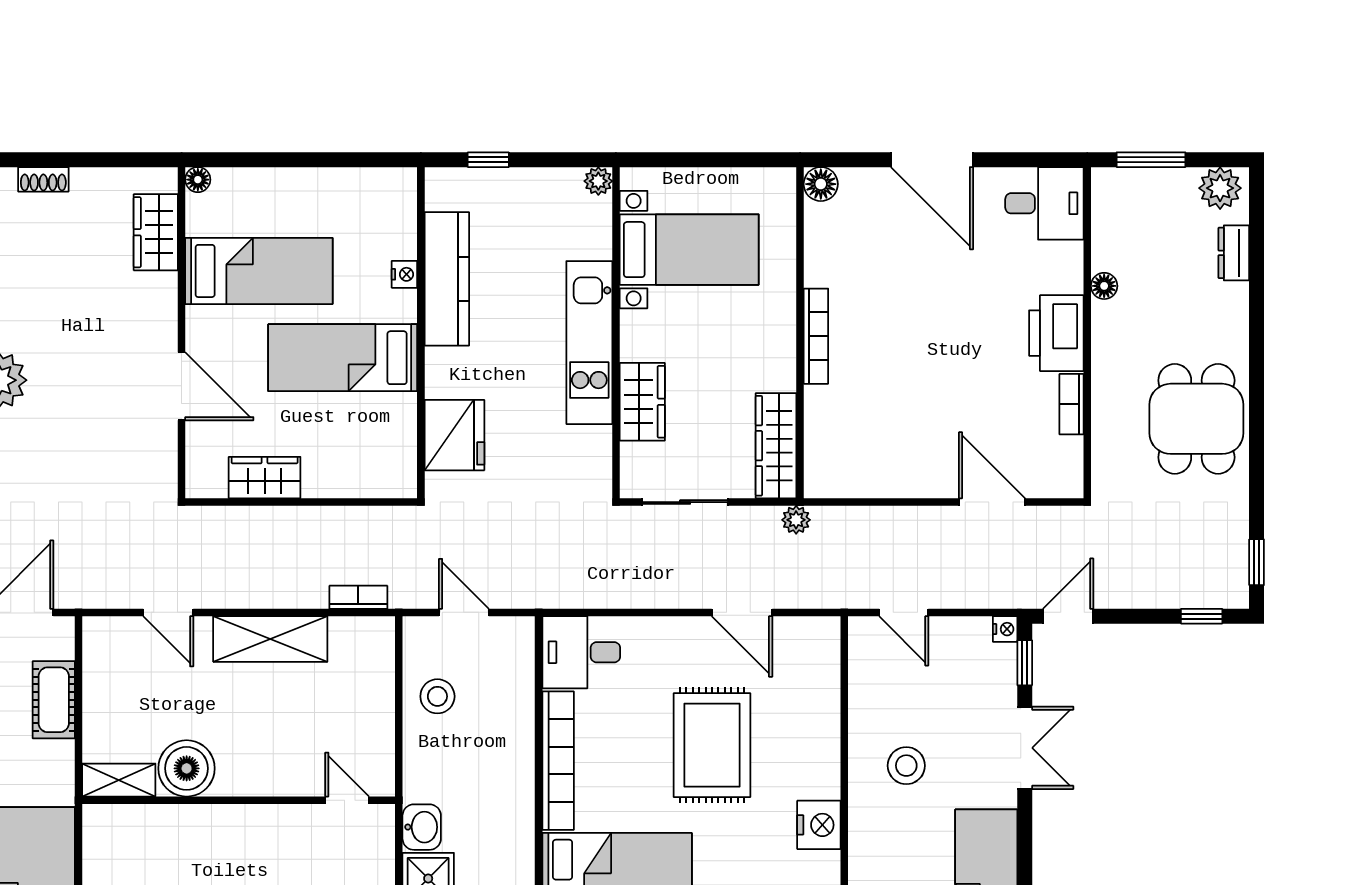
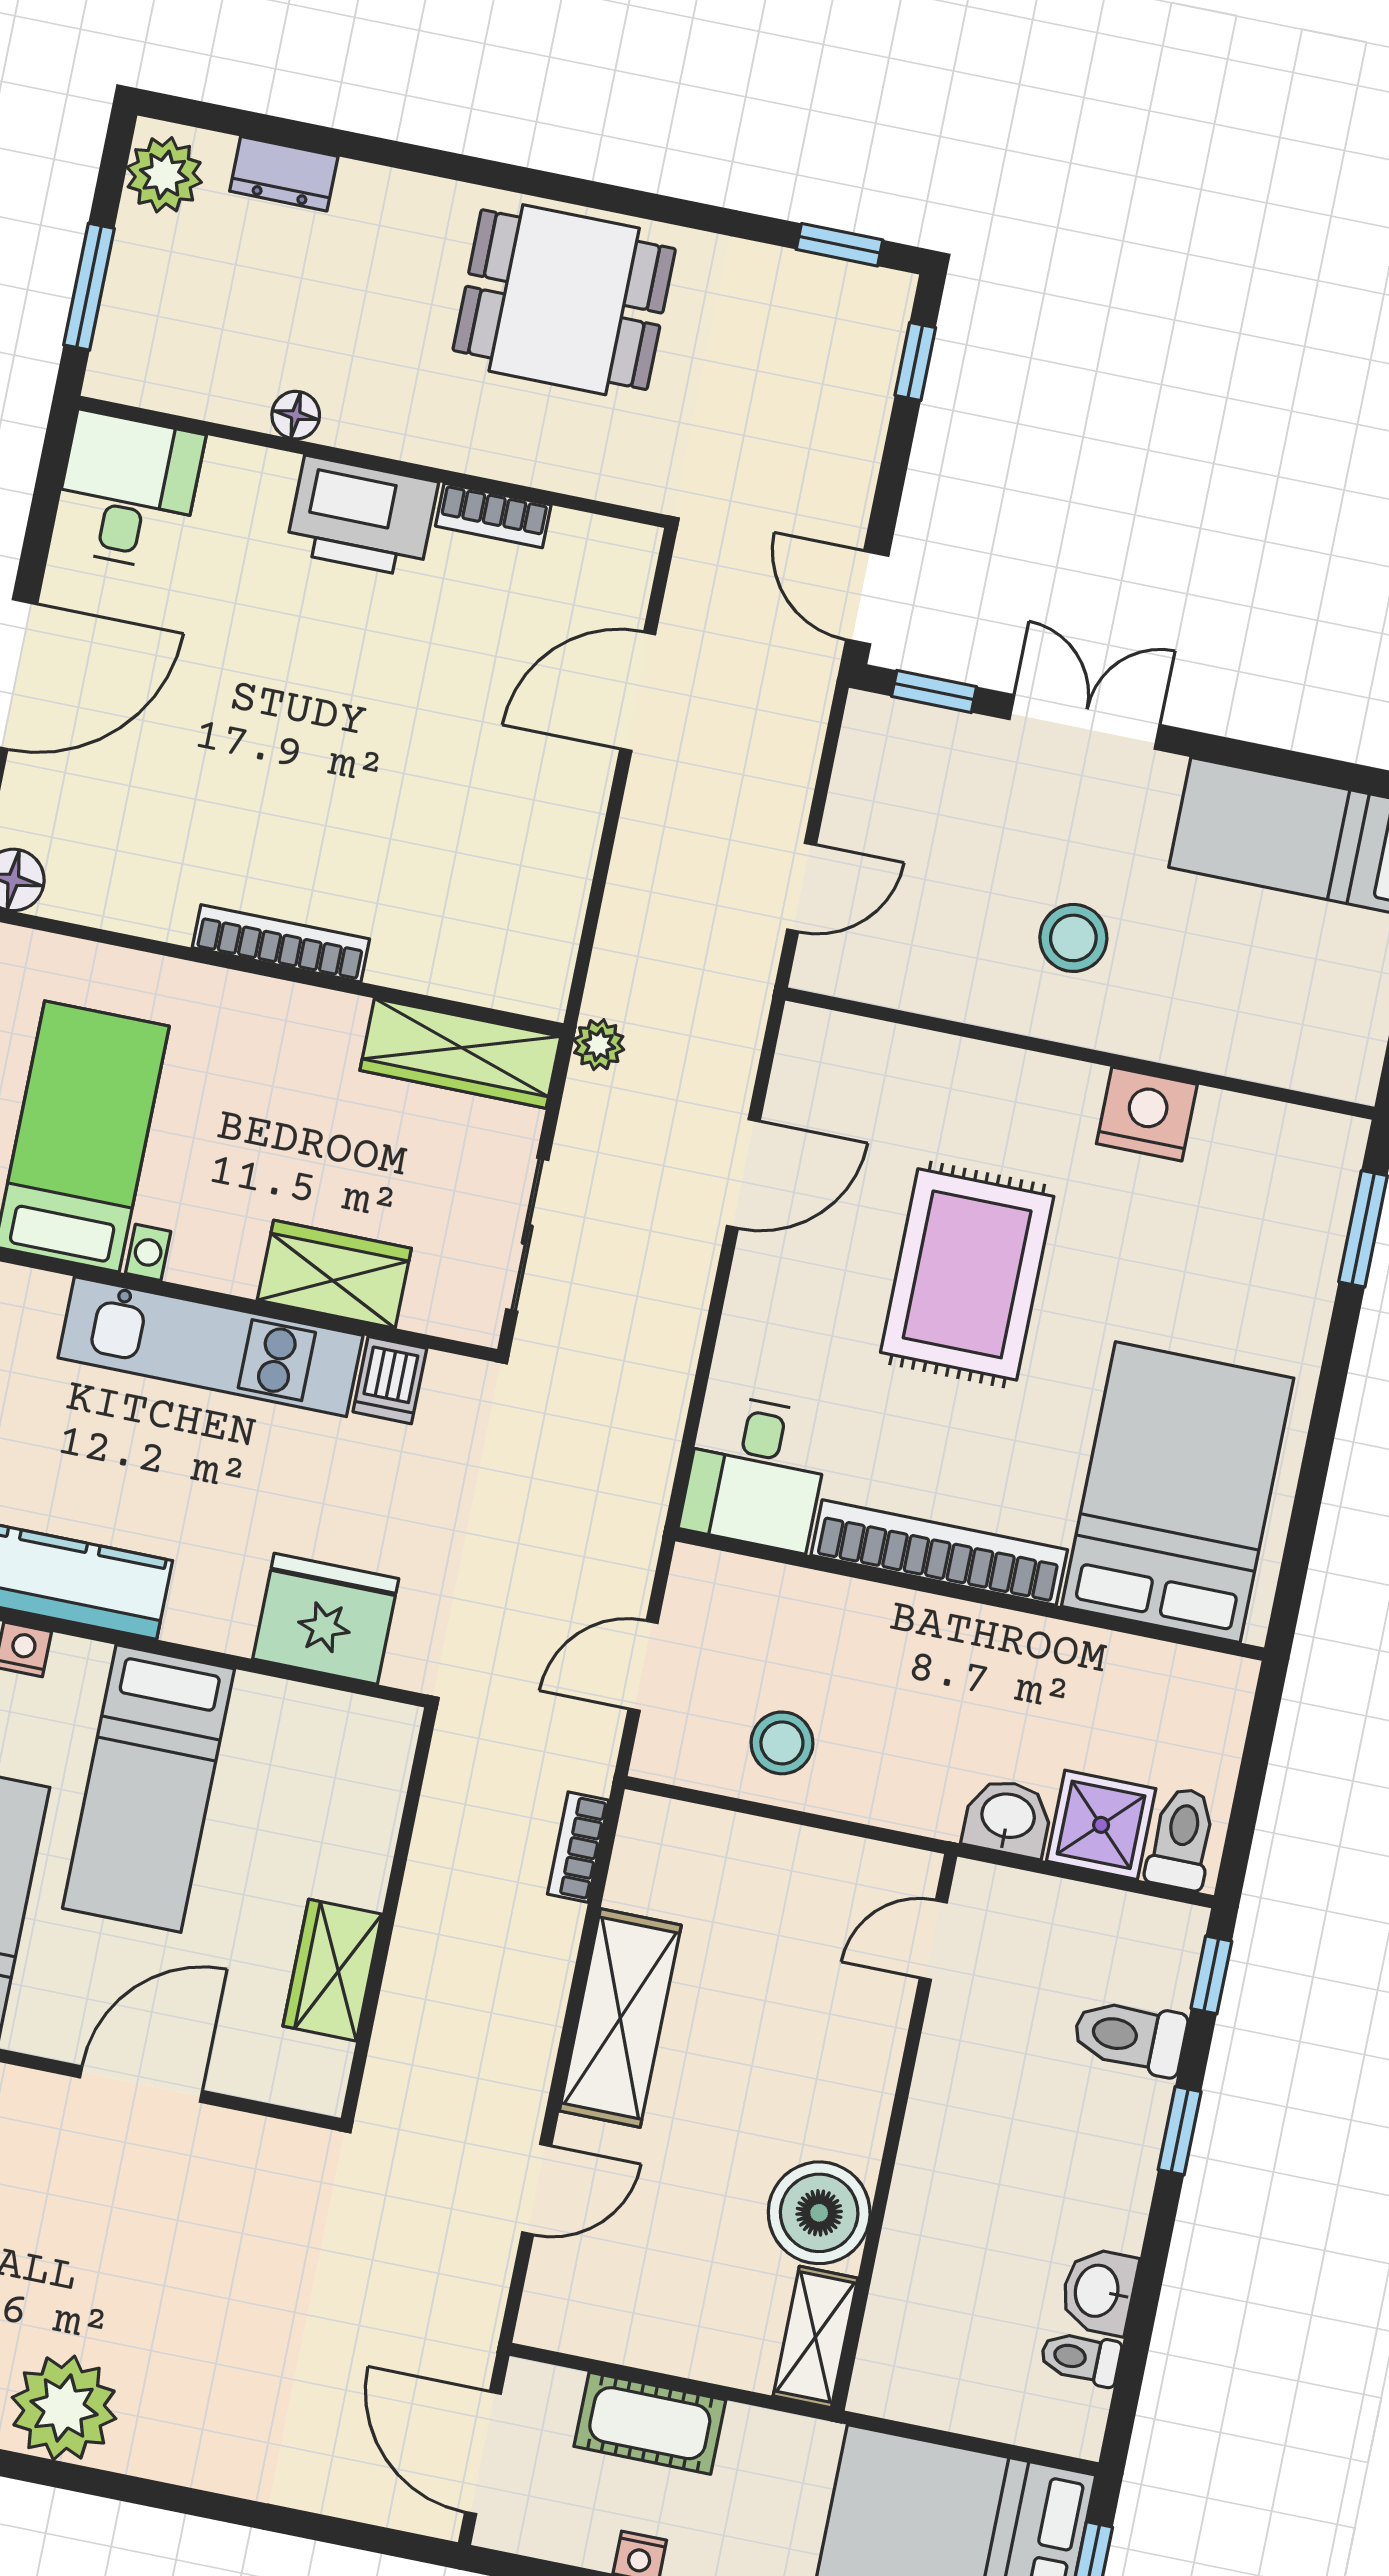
dishwasher: (591, 444) -> (390, 1380), added
nightstand: (1005, 629) -> (867, 714), removed
rug: (712, 745) -> (967, 1274), turned 90

